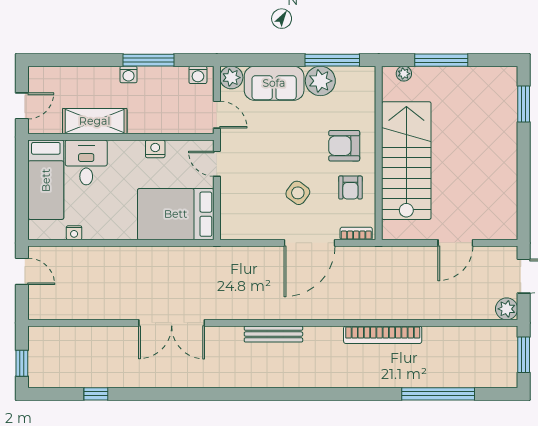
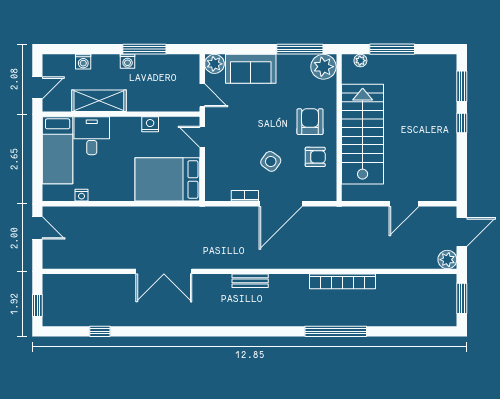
washing machine: (198, 75) -> (83, 62), moved
plant: (320, 81) -> (323, 67), moved
armchair: (344, 146) -> (310, 122), turned 90
window: (524, 147) -> (462, 123), added
armchair: (350, 188) -> (315, 157), turned -90
bookcase: (356, 234) -> (245, 196), moved
bench: (273, 334) -> (250, 281), width x0.73
window: (438, 394) -> (336, 331), moved

